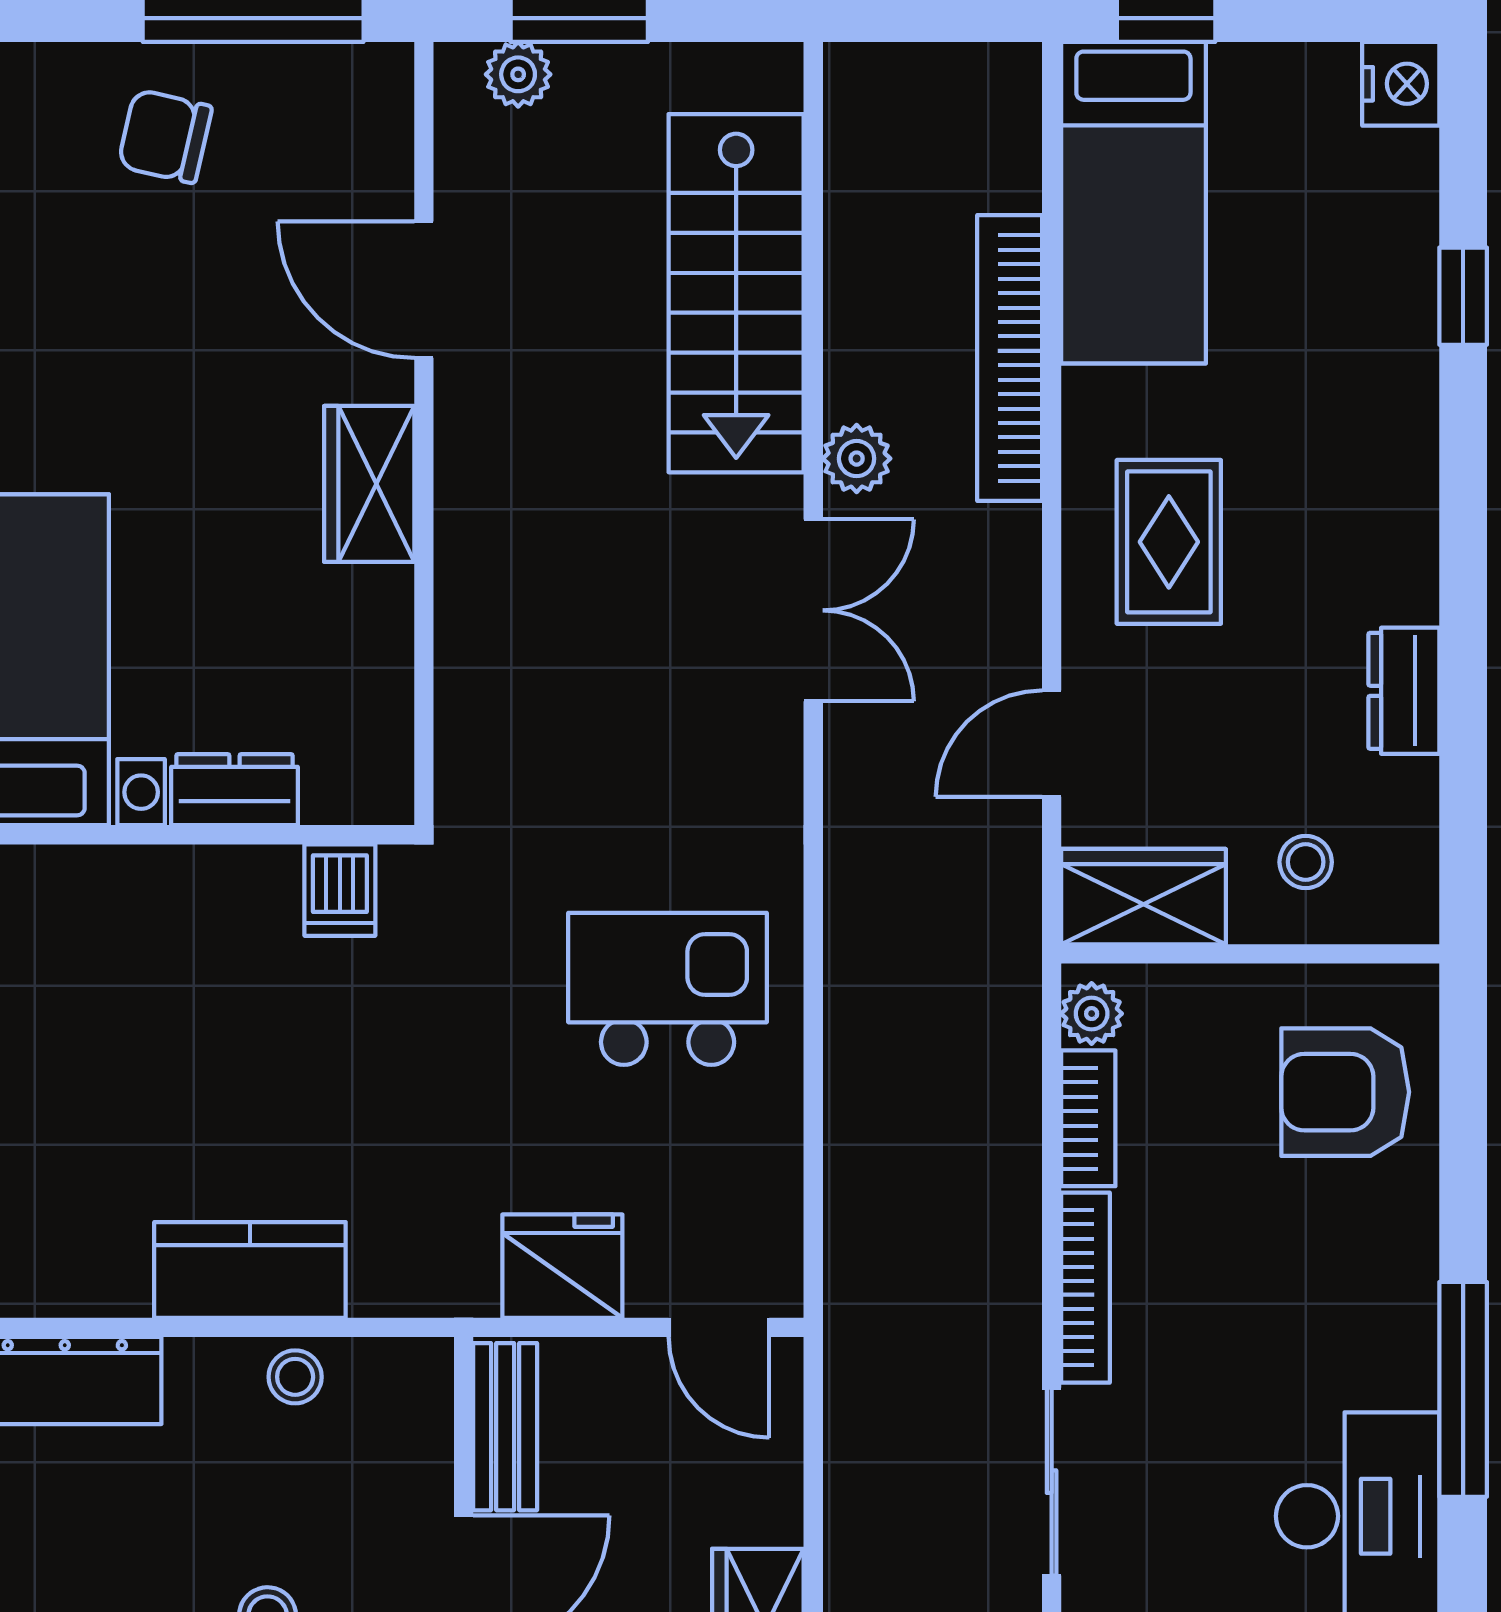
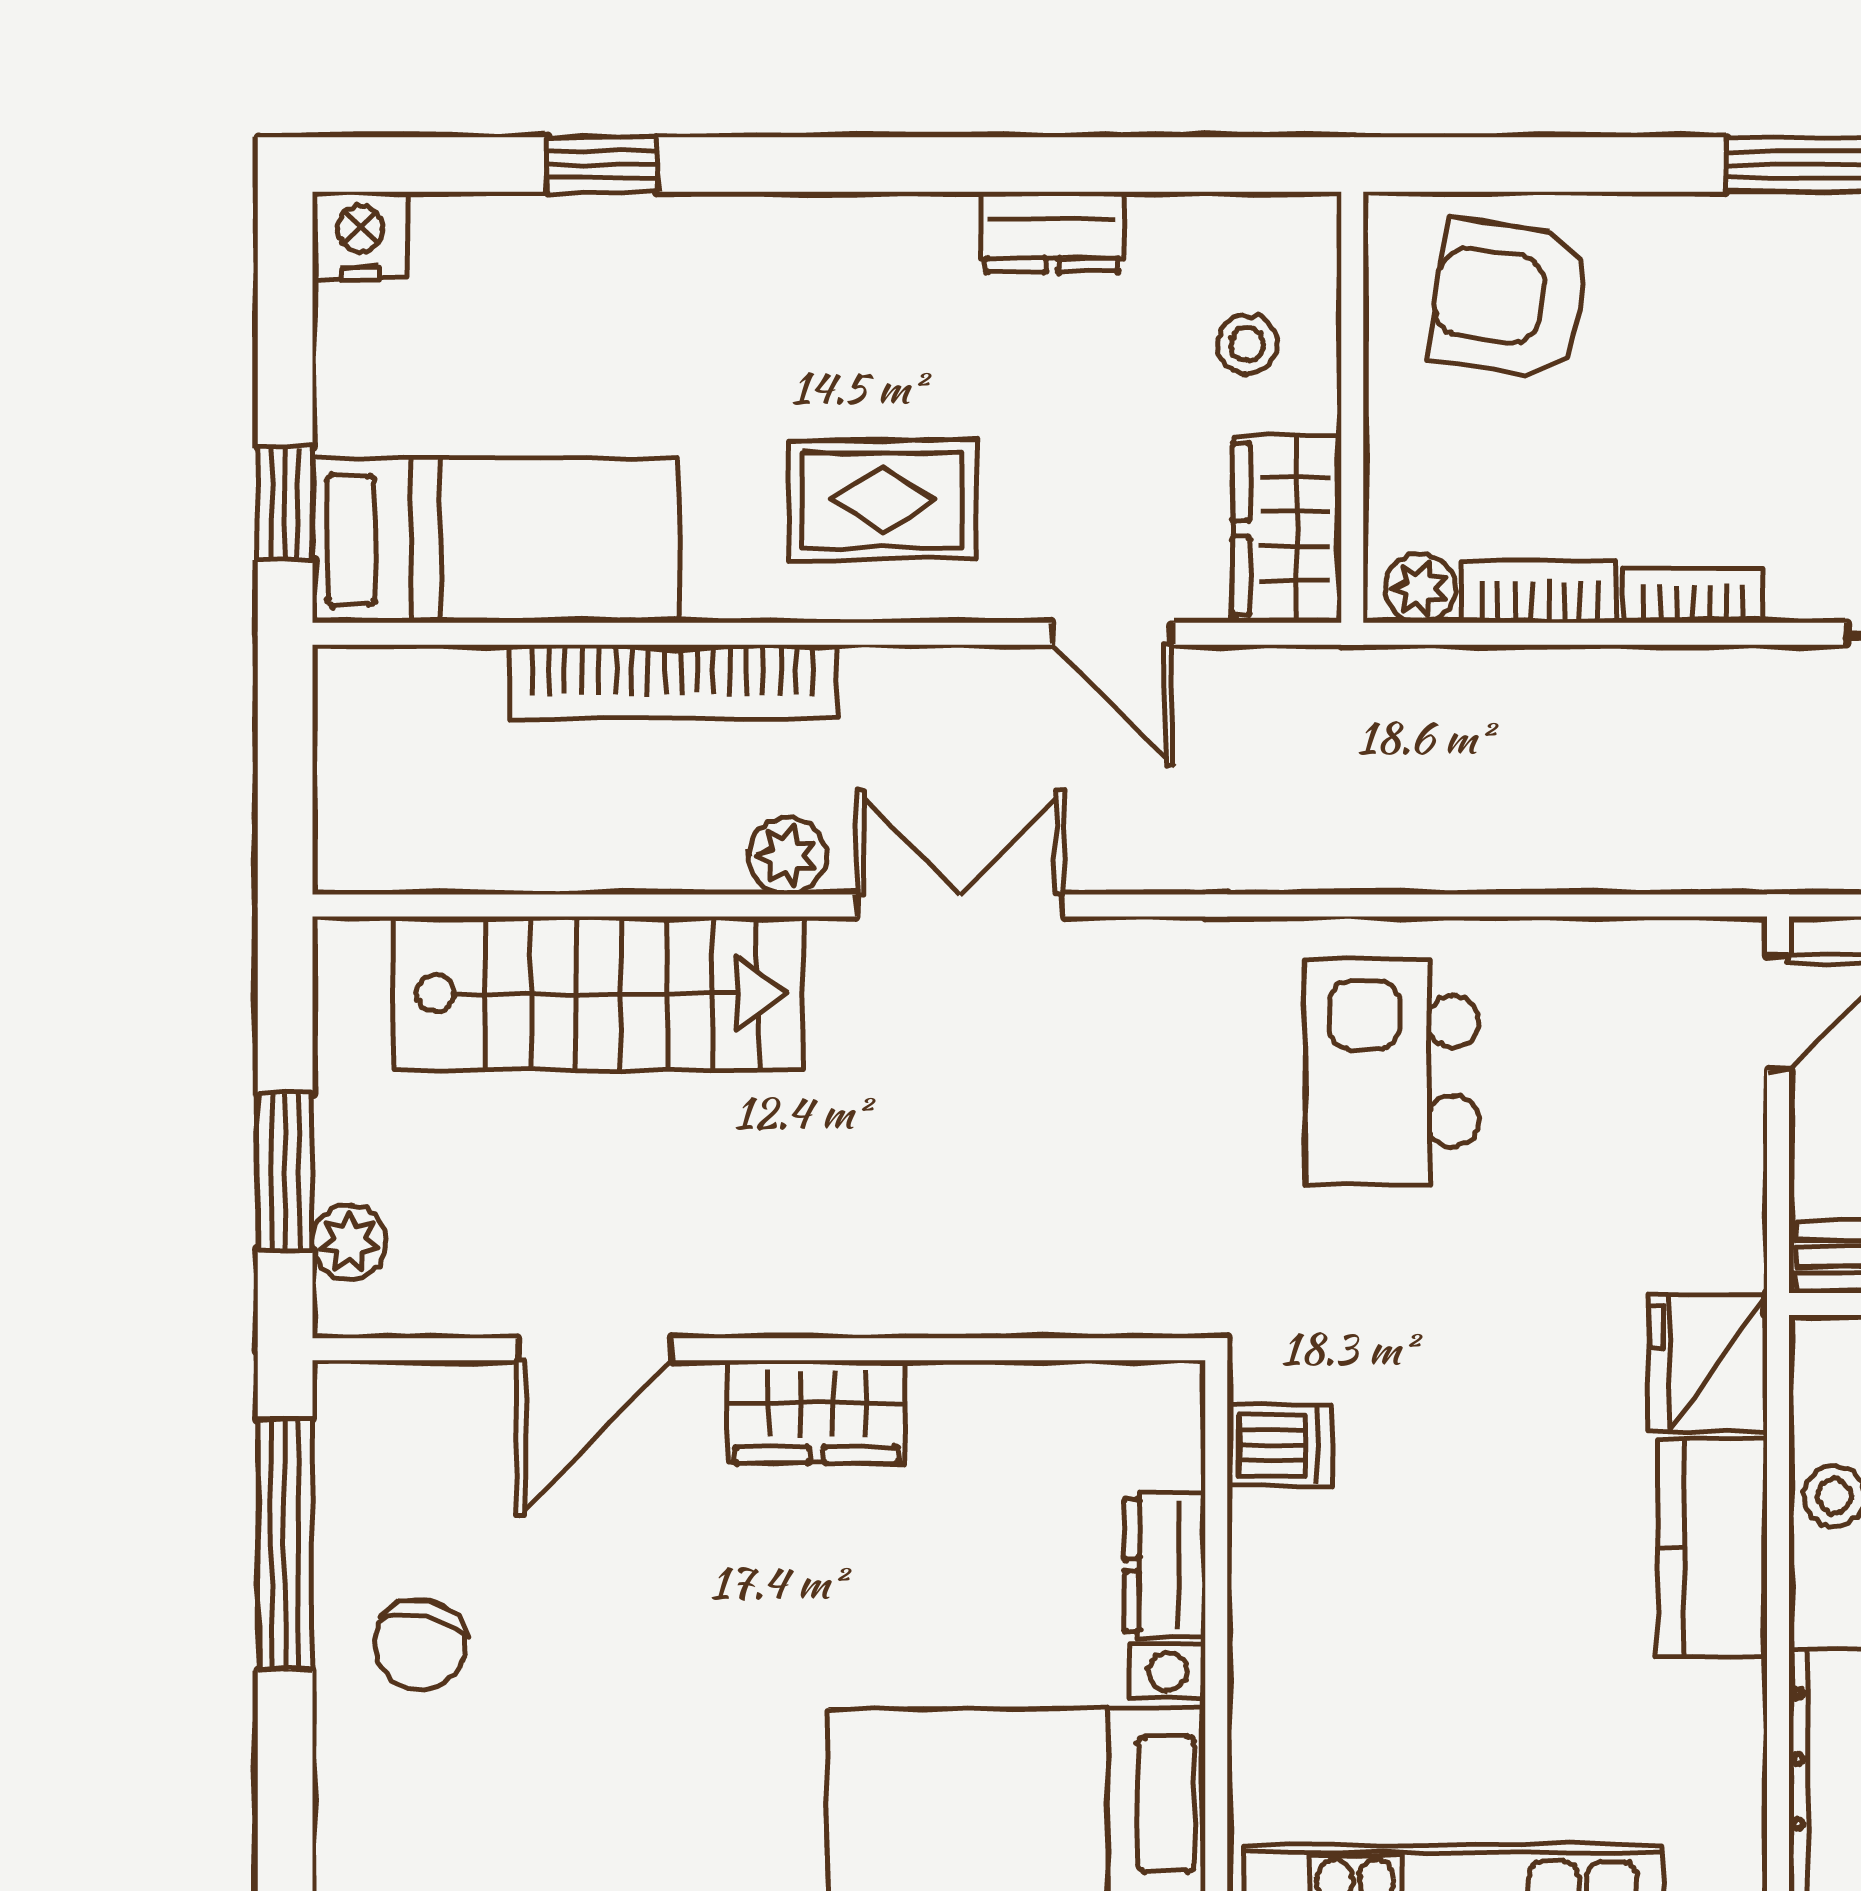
armchair: (1345, 1092) -> (1510, 299), turned 99
fridge: (562, 1266) -> (1708, 1363), moved
bookcase: (1085, 1288) -> (1694, 595), width x0.64

